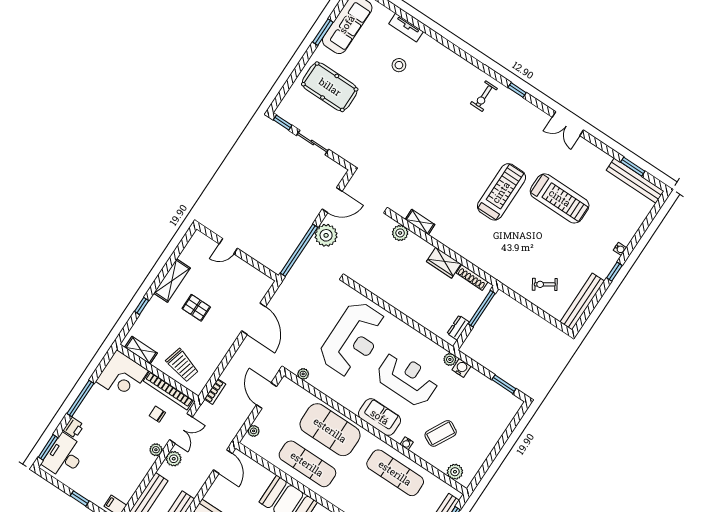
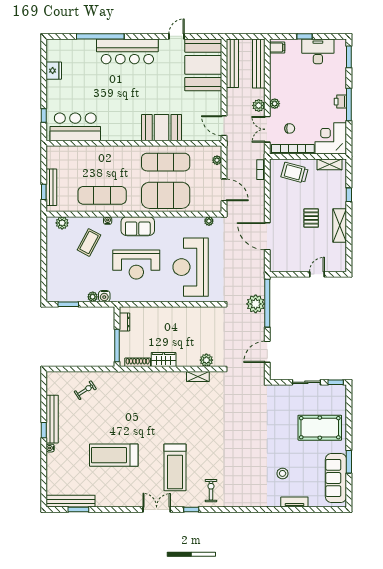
double door: (568, 124) -> (157, 510), moved
treadmill: (501, 192) -> (175, 467), moved
plant: (326, 235) -> (256, 304), moved
bench: (582, 301) -> (52, 419), moved
pallet: (196, 308) -> (311, 218), turned 90
plant: (450, 359) -> (93, 297), moved
printer: (74, 428) -> (340, 102), moved
desk: (64, 456) -> (318, 51), moved, turned -90

